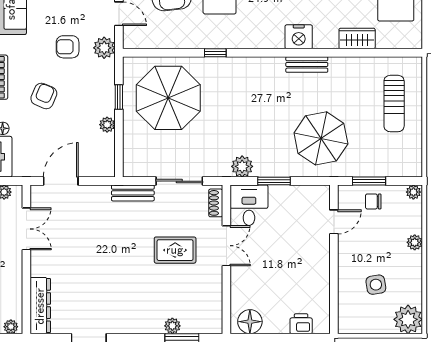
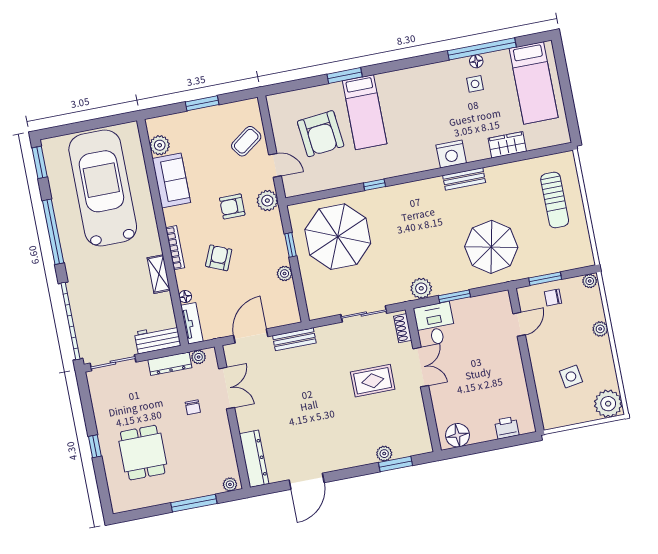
bench: (133, 193) -> (294, 339), moved

